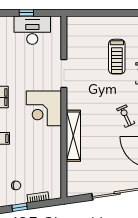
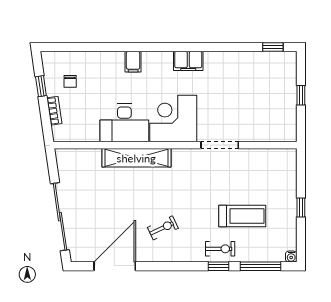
window: (110, 13) -> (301, 207), added
desk: (32, 30) -> (124, 123), moved, turned 90
treadmill: (117, 57) -> (242, 216), turned 180

